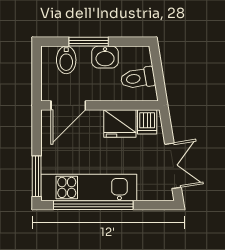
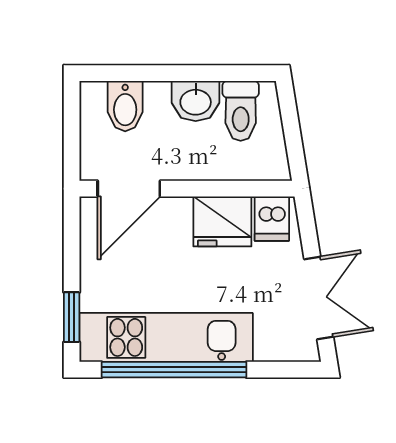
window: (89, 42) -> (166, 73), removed
toilet: (138, 78) -> (241, 111), moved, turned -81
window: (37, 176) -> (72, 317), width x0.67

